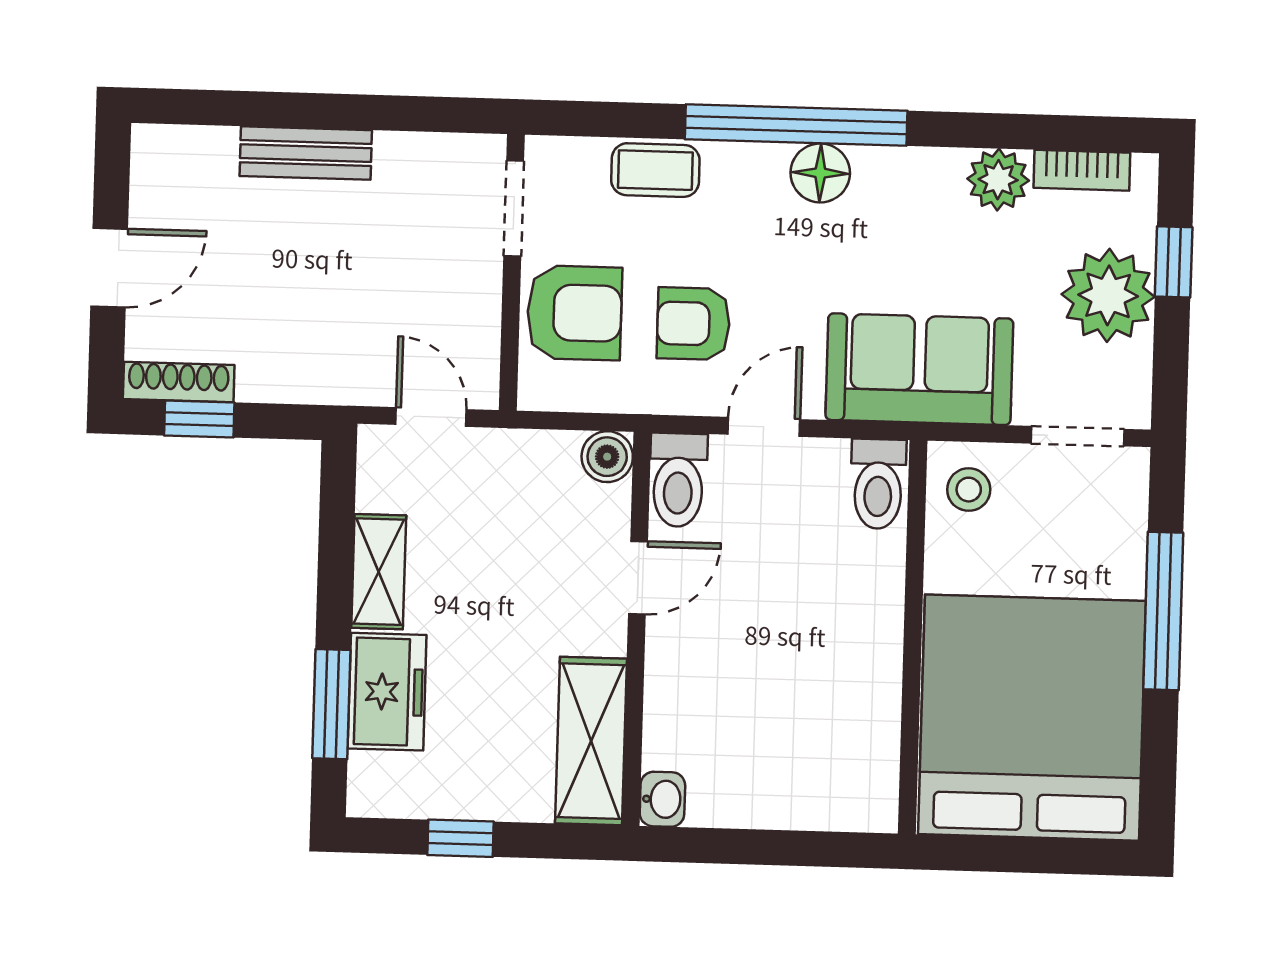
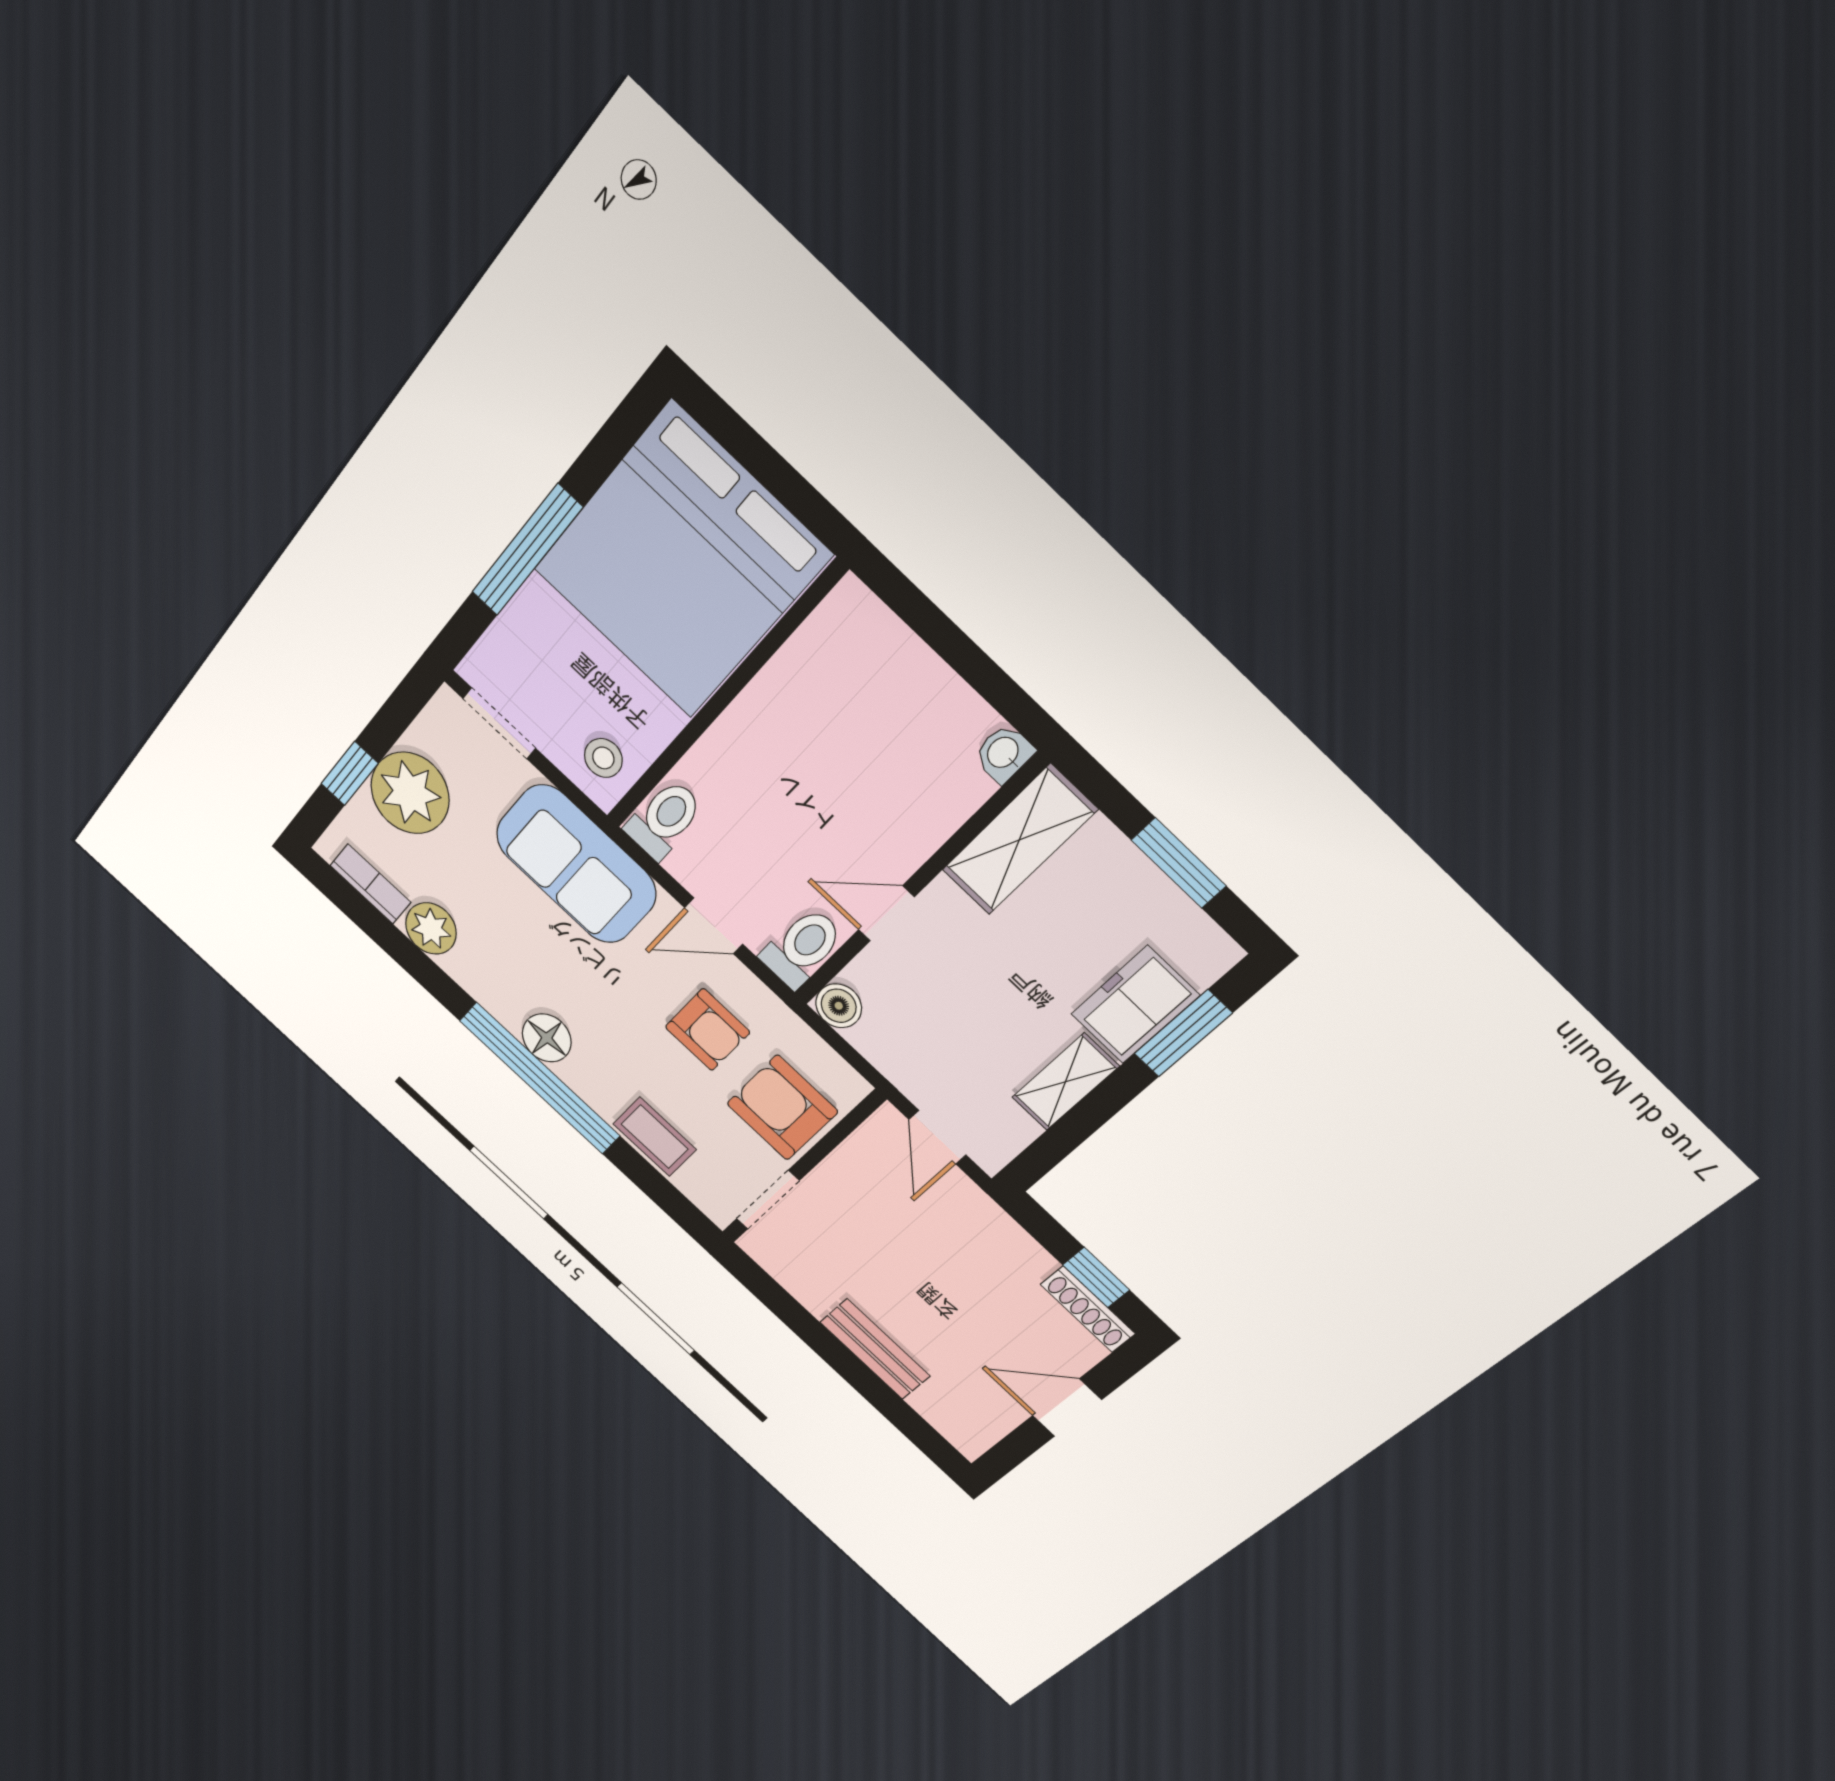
window: (460, 838) -> (1179, 863), width x1.50

